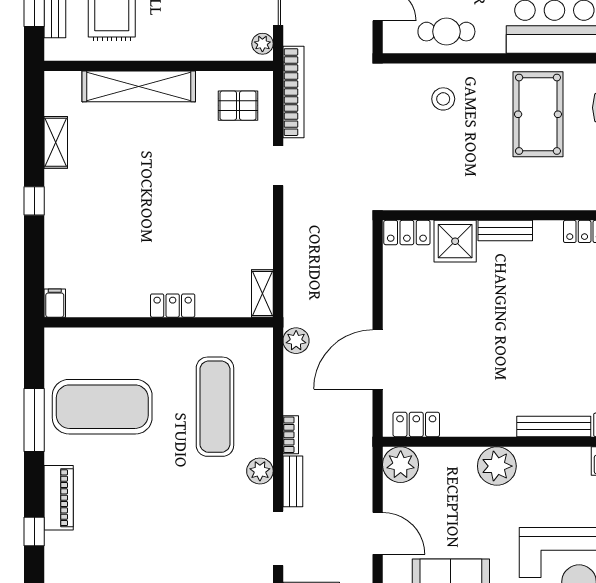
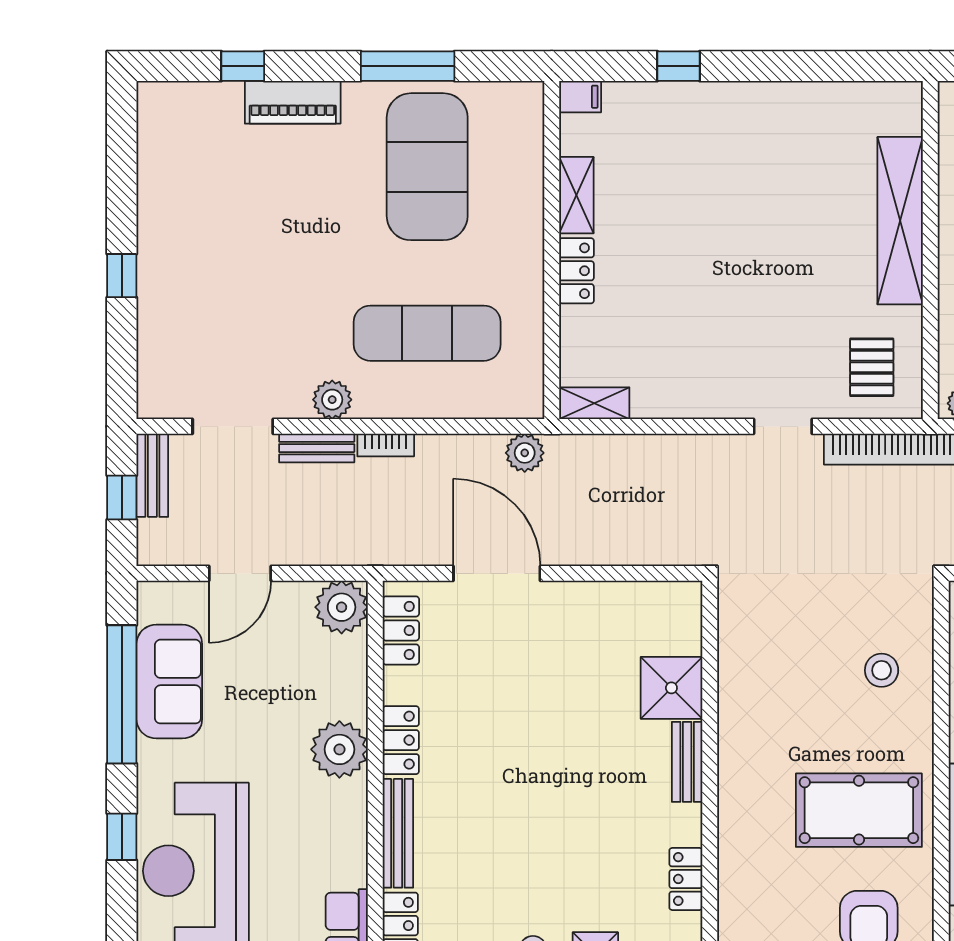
shelving: (56, 142) -> (576, 195), moved, turned 90
window: (34, 201) -> (678, 66), moved
locker: (407, 233) -> (401, 740), moved, turned 180

